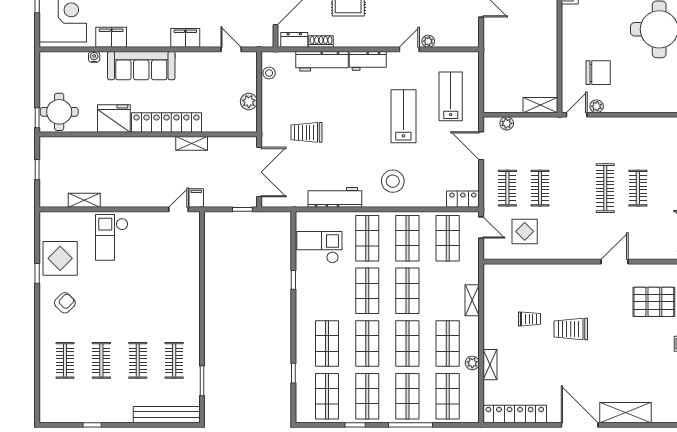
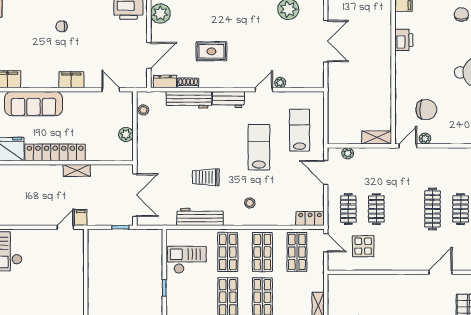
trolley: (306, 132) -> (206, 177), moved
stool: (393, 181) -> (250, 203), width x0.53, depth x0.53

